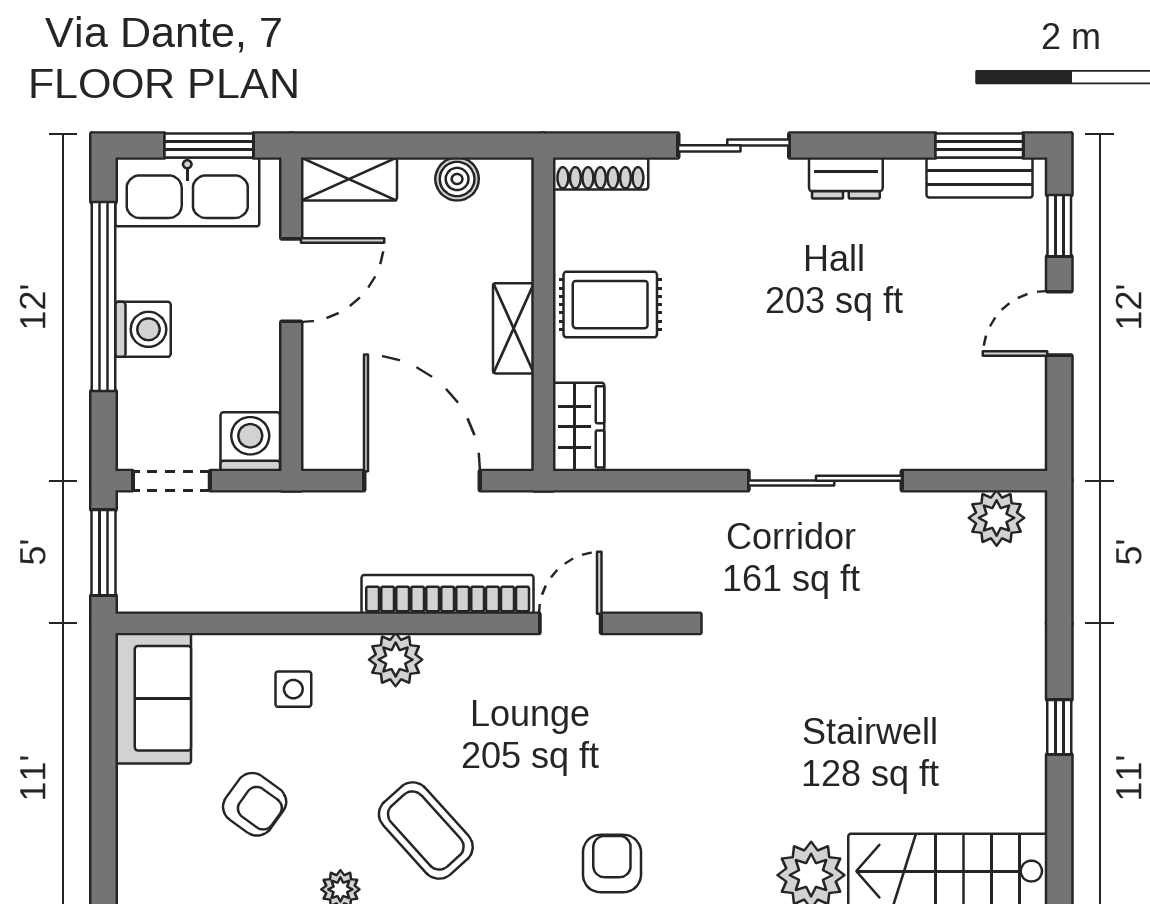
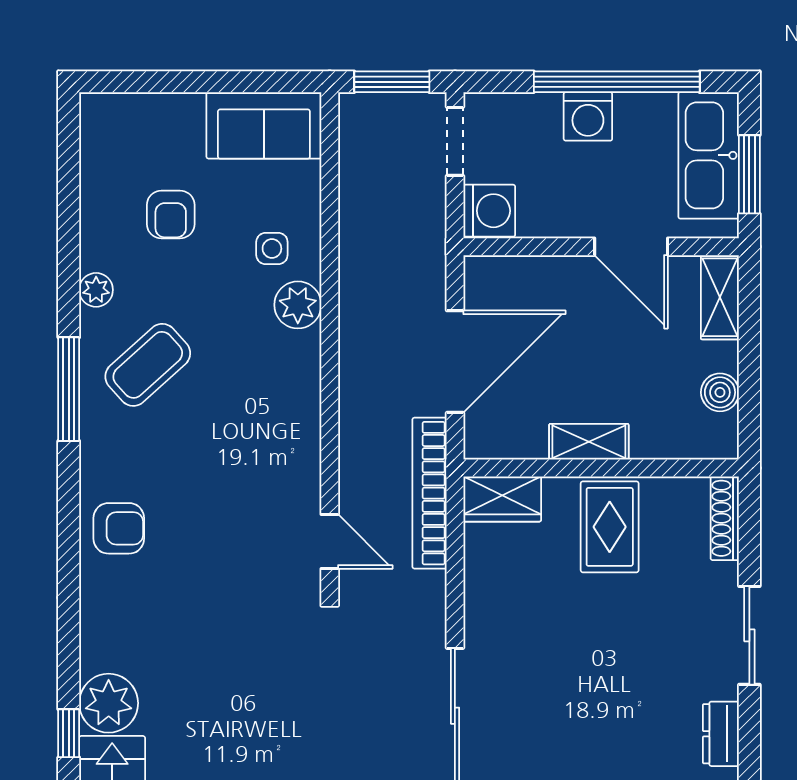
bookcase: (448, 594) -> (430, 493), moved, turned 180
door: (570, 623) -> (330, 541), moved
plant: (396, 660) -> (298, 305), moved
armchair: (255, 804) -> (171, 215), turned -36

